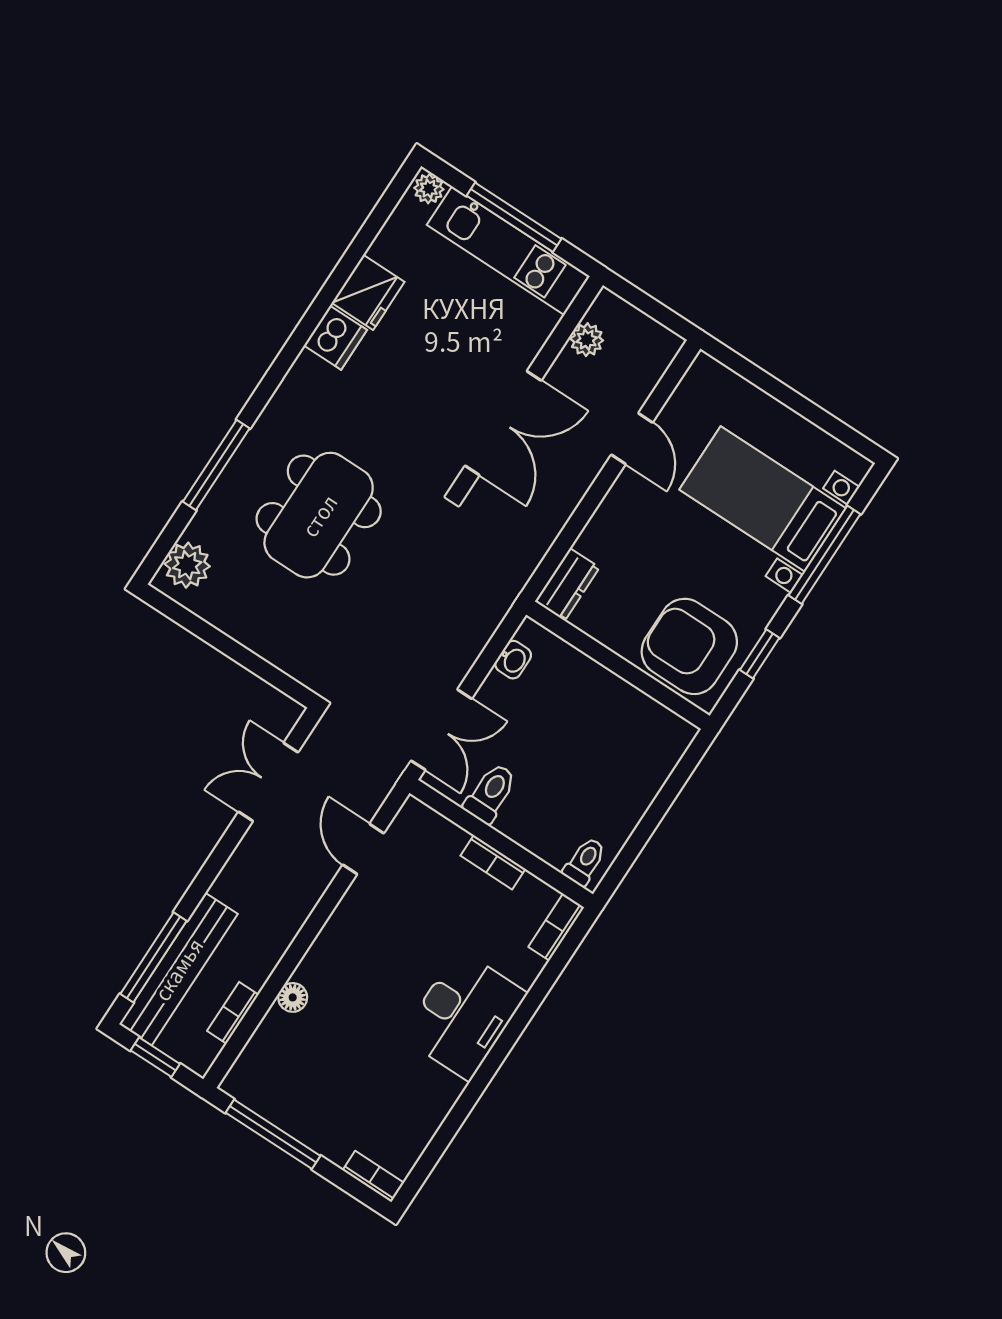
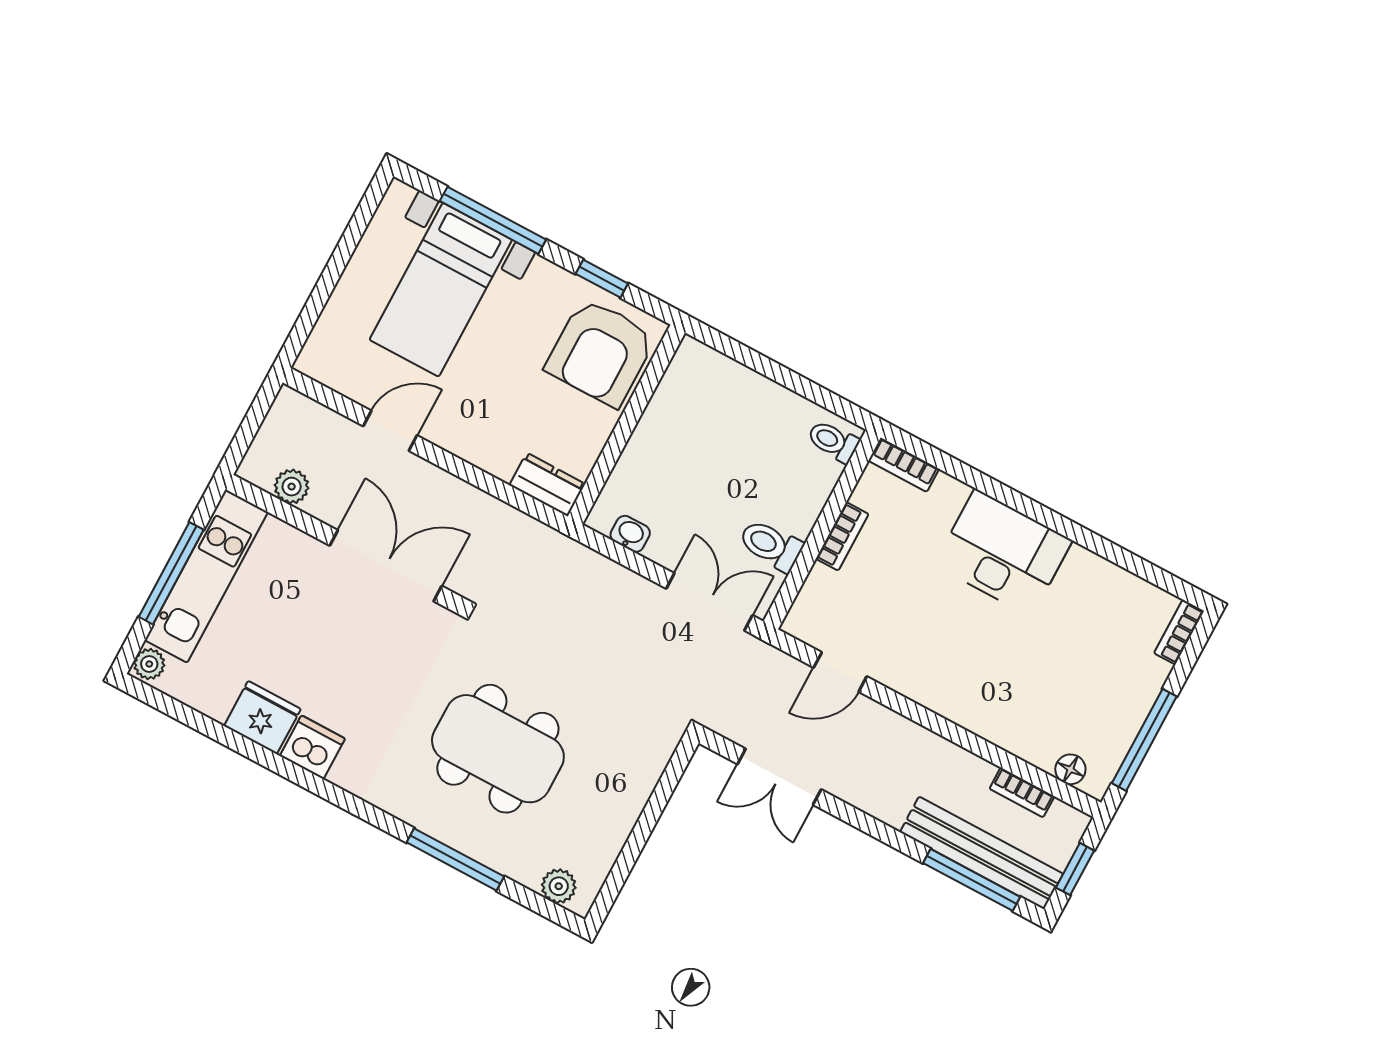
plant: (187, 565) -> (559, 886), width x0.73, depth x0.73
floor lamp: (293, 997) -> (1070, 769), moved

